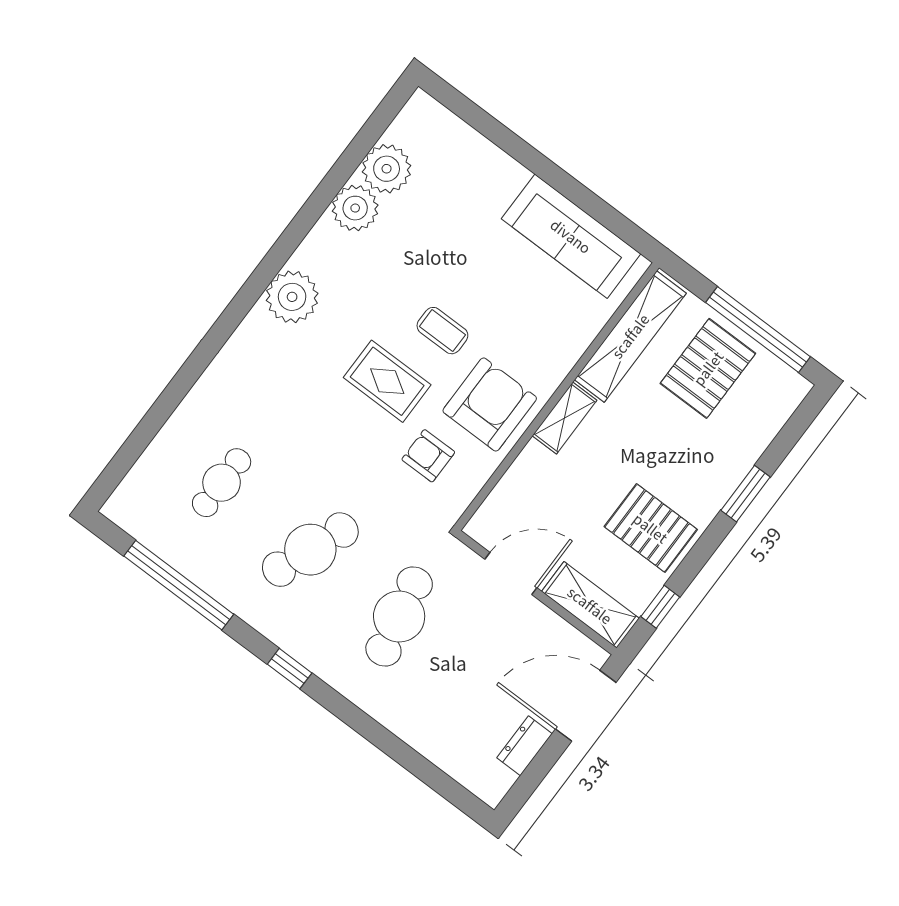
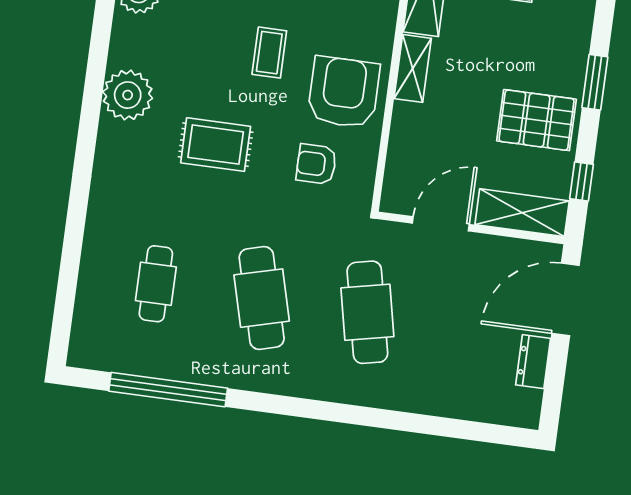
coffee table: (442, 331) -> (269, 53), turned 90
rug: (387, 381) -> (216, 145), moved
window: (745, 494) -> (595, 82), moved
cafe table: (310, 550) -> (262, 298), turned -36
window: (290, 669) -> (300, 407), removed

